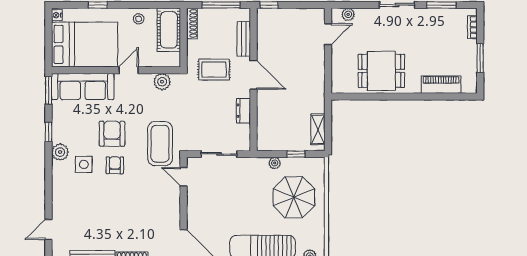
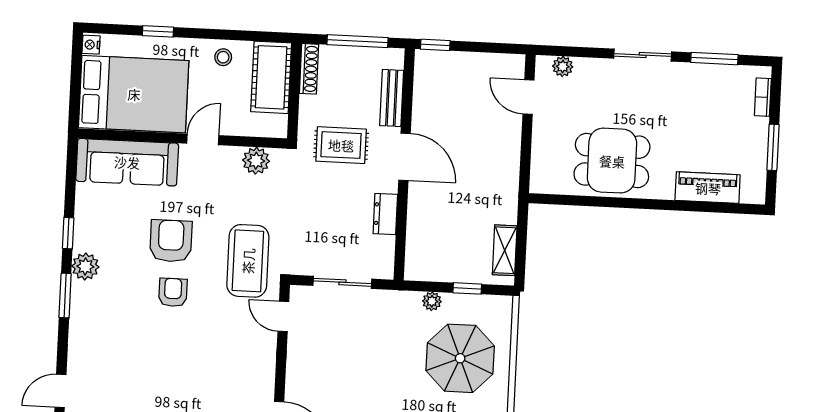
door: (328, 34) -> (528, 97), swing flipped
window: (48, 90) -> (65, 296), moved
side table: (84, 164) -> (123, 288), removed

